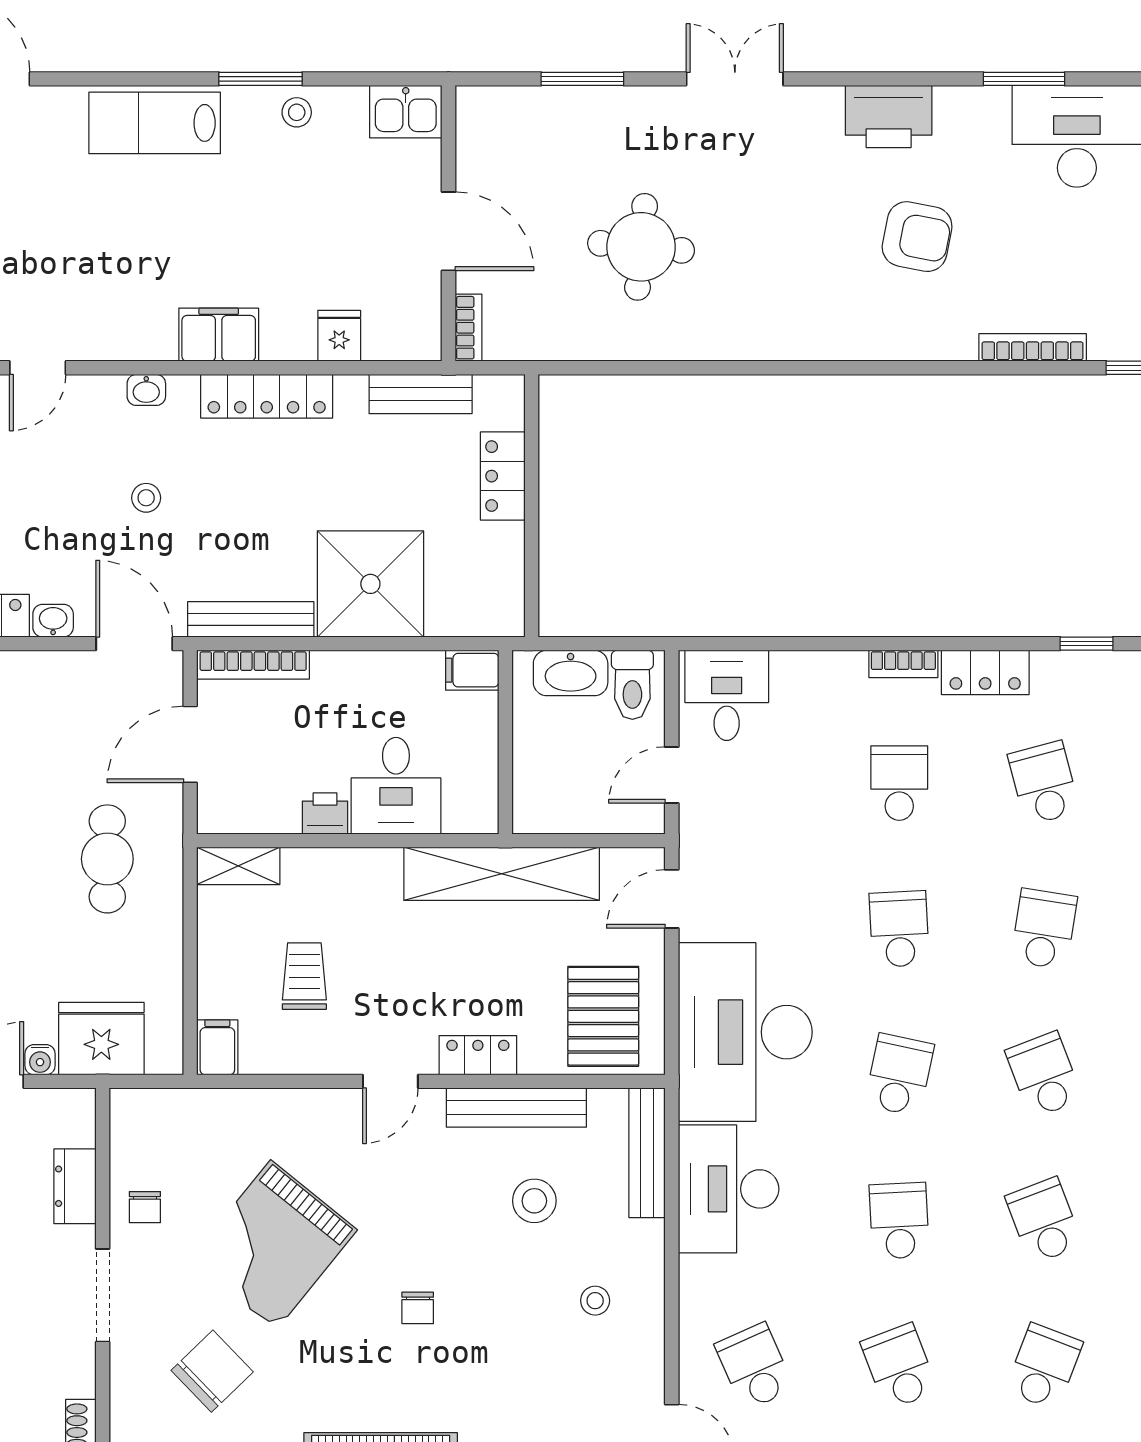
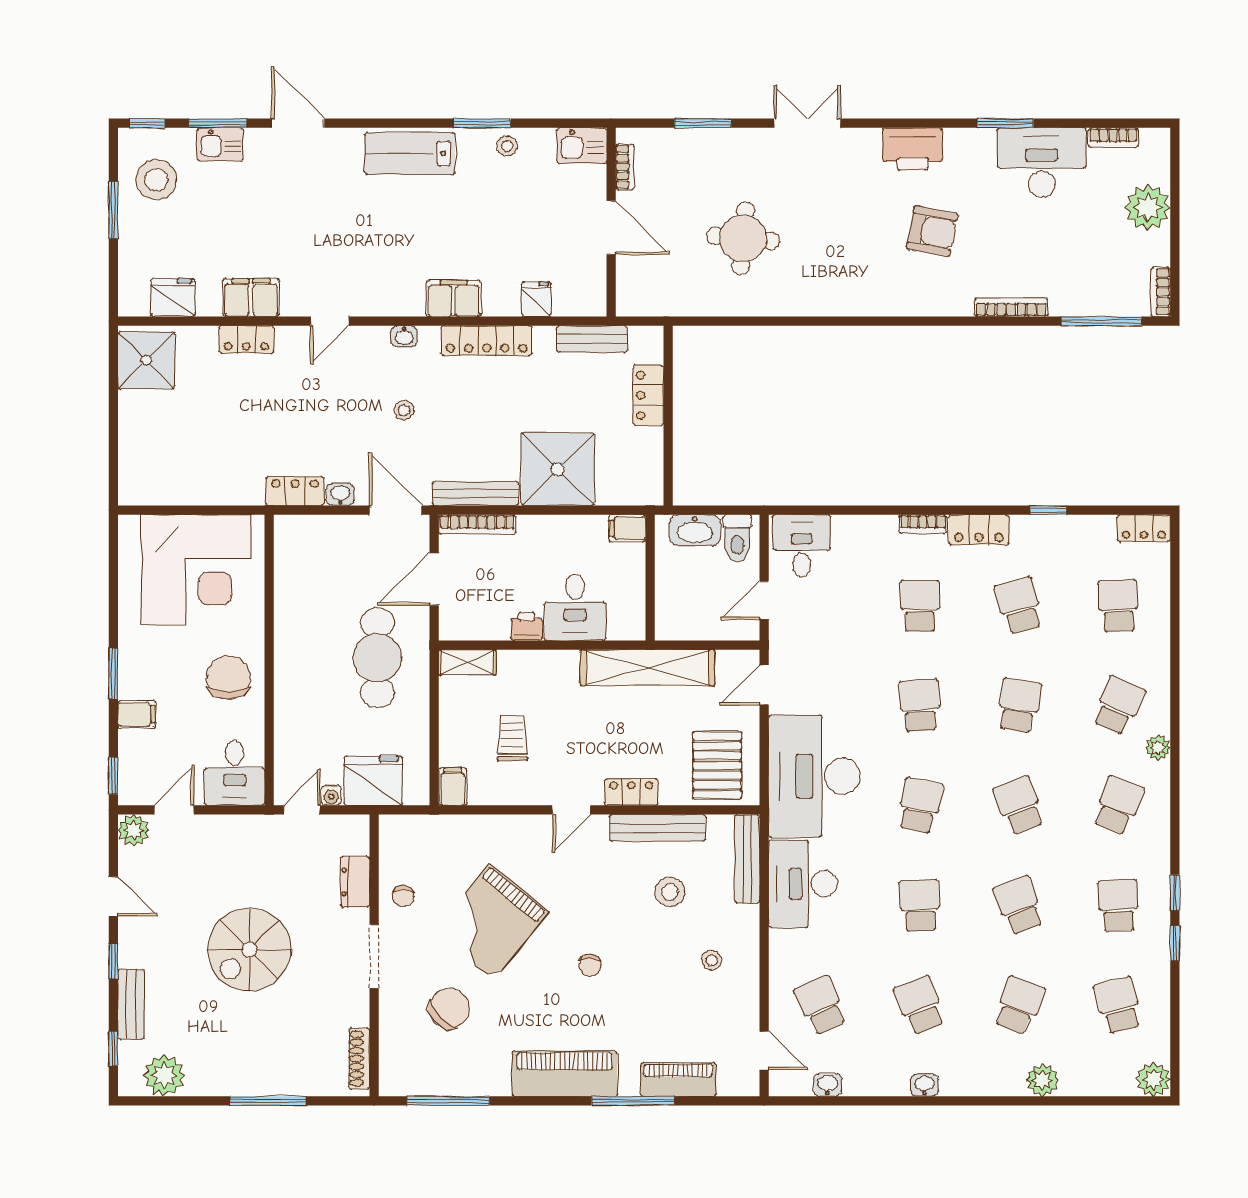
bookcase: (468, 328) -> (625, 167), moved
cafe table: (107, 859) -> (377, 658), width x1.37, depth x1.35

